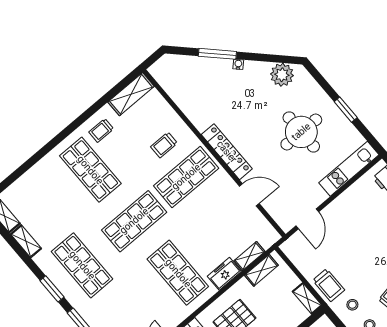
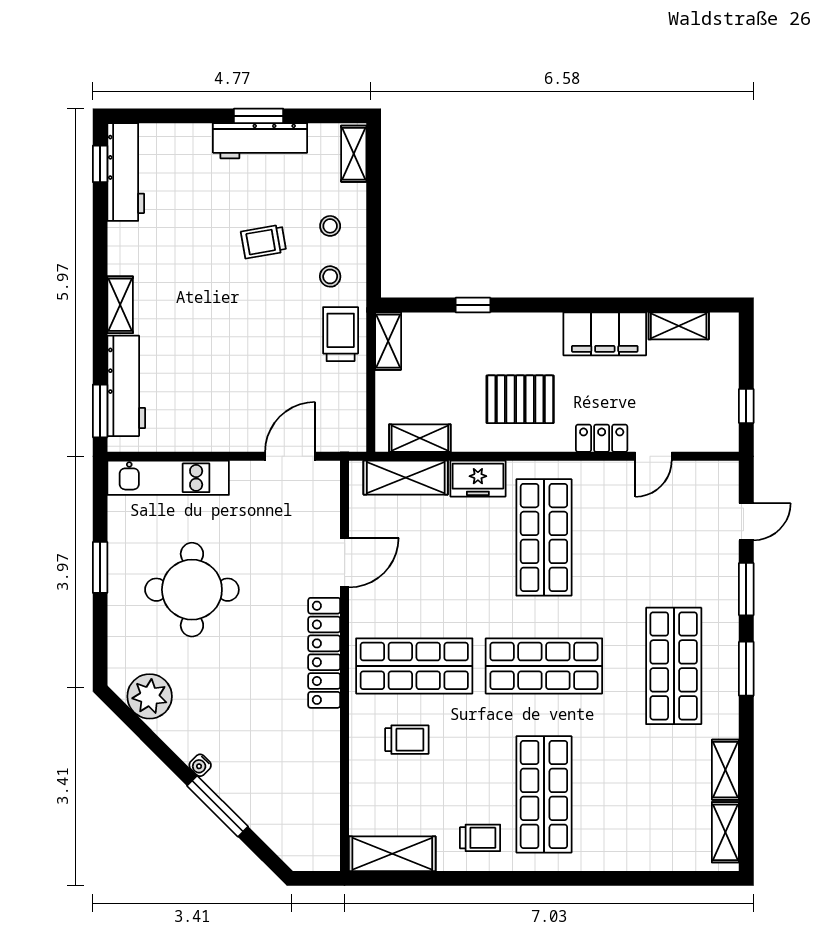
door: (249, 195) -> (345, 563), swing flipped
shelving: (249, 256) -> (406, 478), width x1.50, depth x1.33

